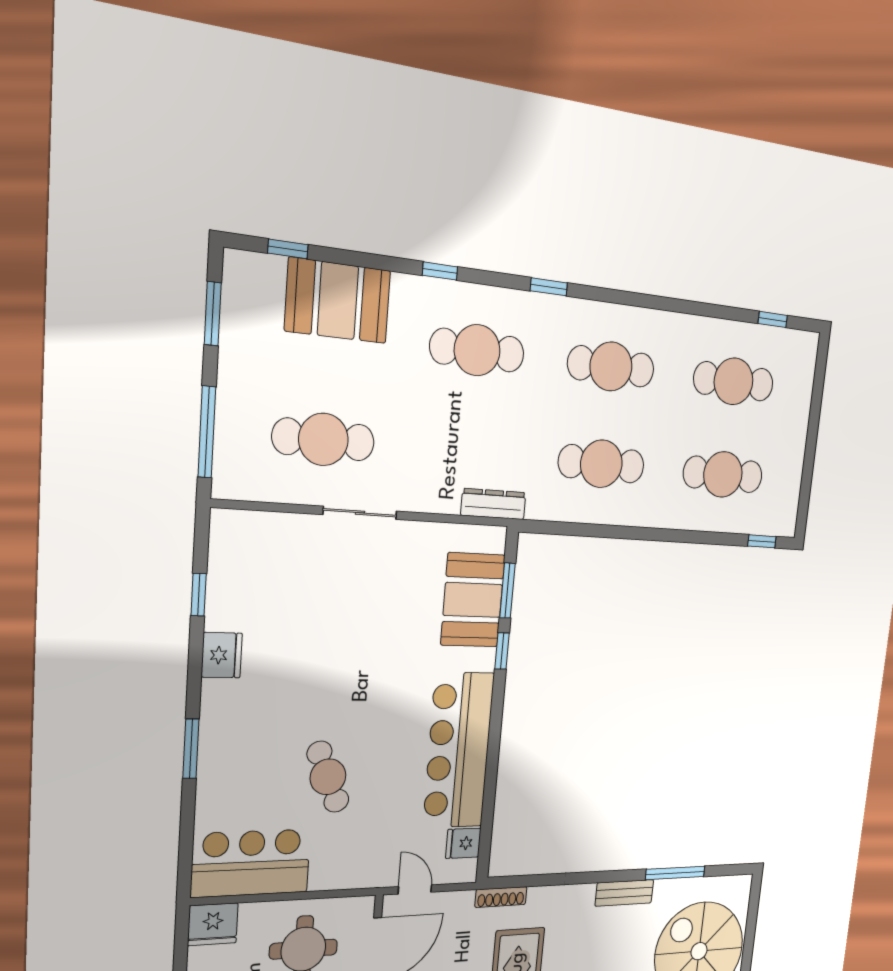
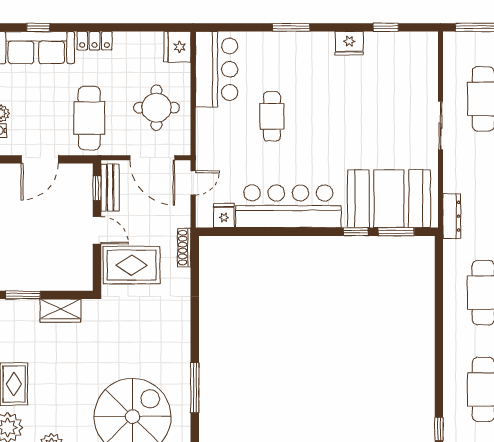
booth: (473, 600) -> (389, 199), width x1.36, depth x1.42
cafe table: (328, 777) -> (272, 116), turned -67
bench: (624, 893) -> (182, 346), removed

